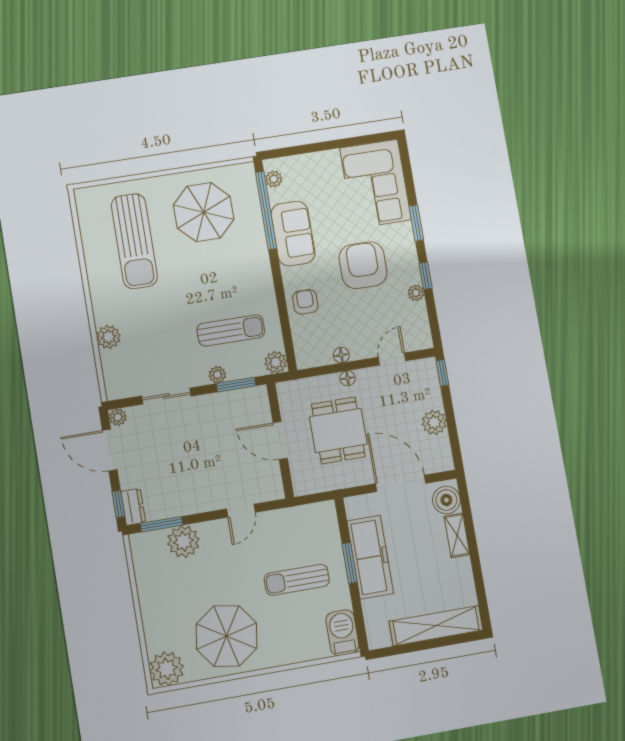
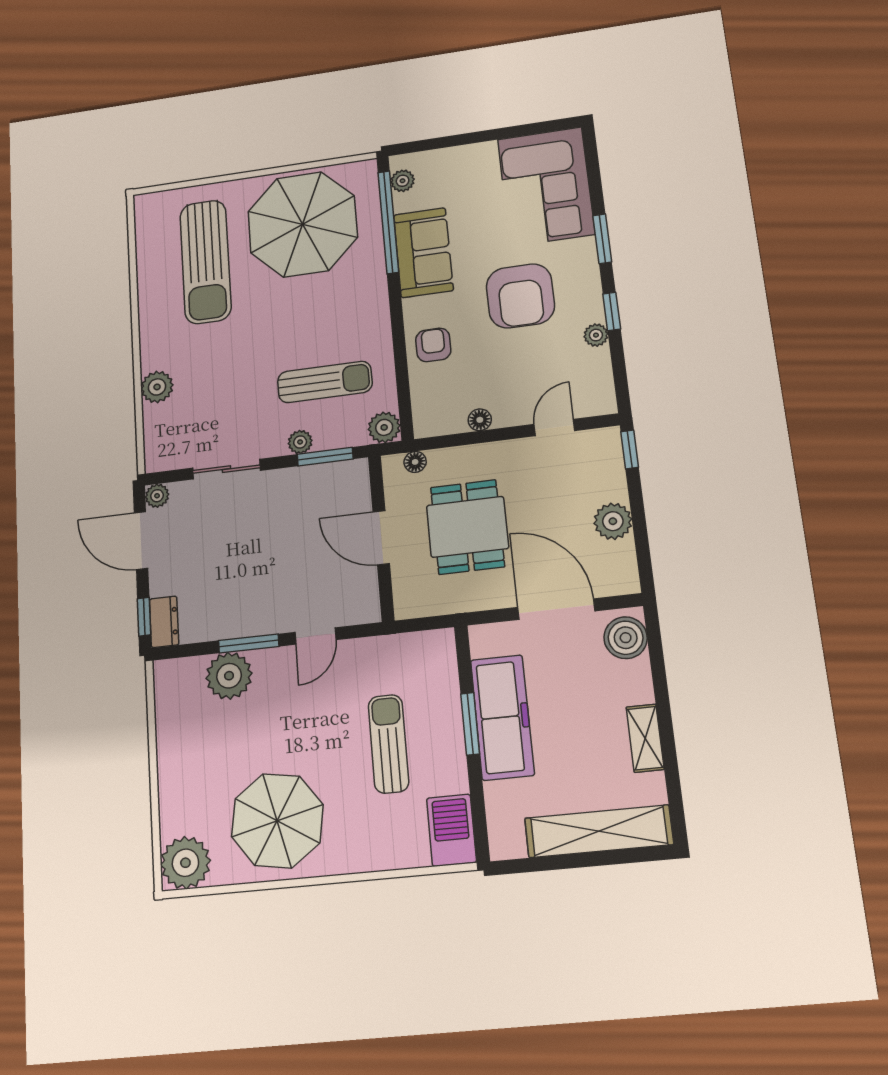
parasol: (204, 212) -> (302, 224), width x1.36, depth x1.36
armchair: (363, 265) -> (520, 296), turned 180
floor lamp: (348, 378) -> (415, 462), moved
window: (161, 524) -> (249, 643), moved
shelving: (457, 535) -> (645, 738), moved
sun lounger: (297, 580) -> (389, 744), turned 90

